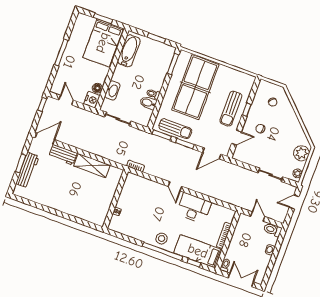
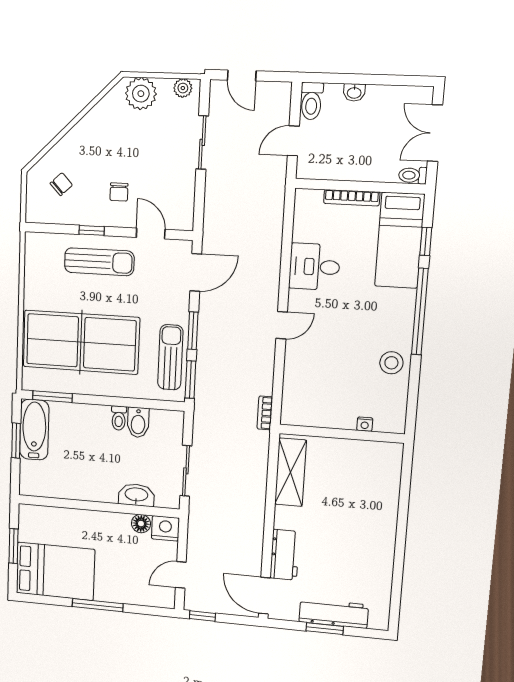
bed: (103, 43) -> (55, 571), moved
bathtub: (129, 51) -> (34, 430), moved, turned 90
door: (212, 153) -> (196, 272), hinge flipped
shelving: (92, 166) -> (291, 472), moved
desk: (194, 208) -> (314, 267), width x0.73
stool: (162, 238) -> (391, 363), moved

